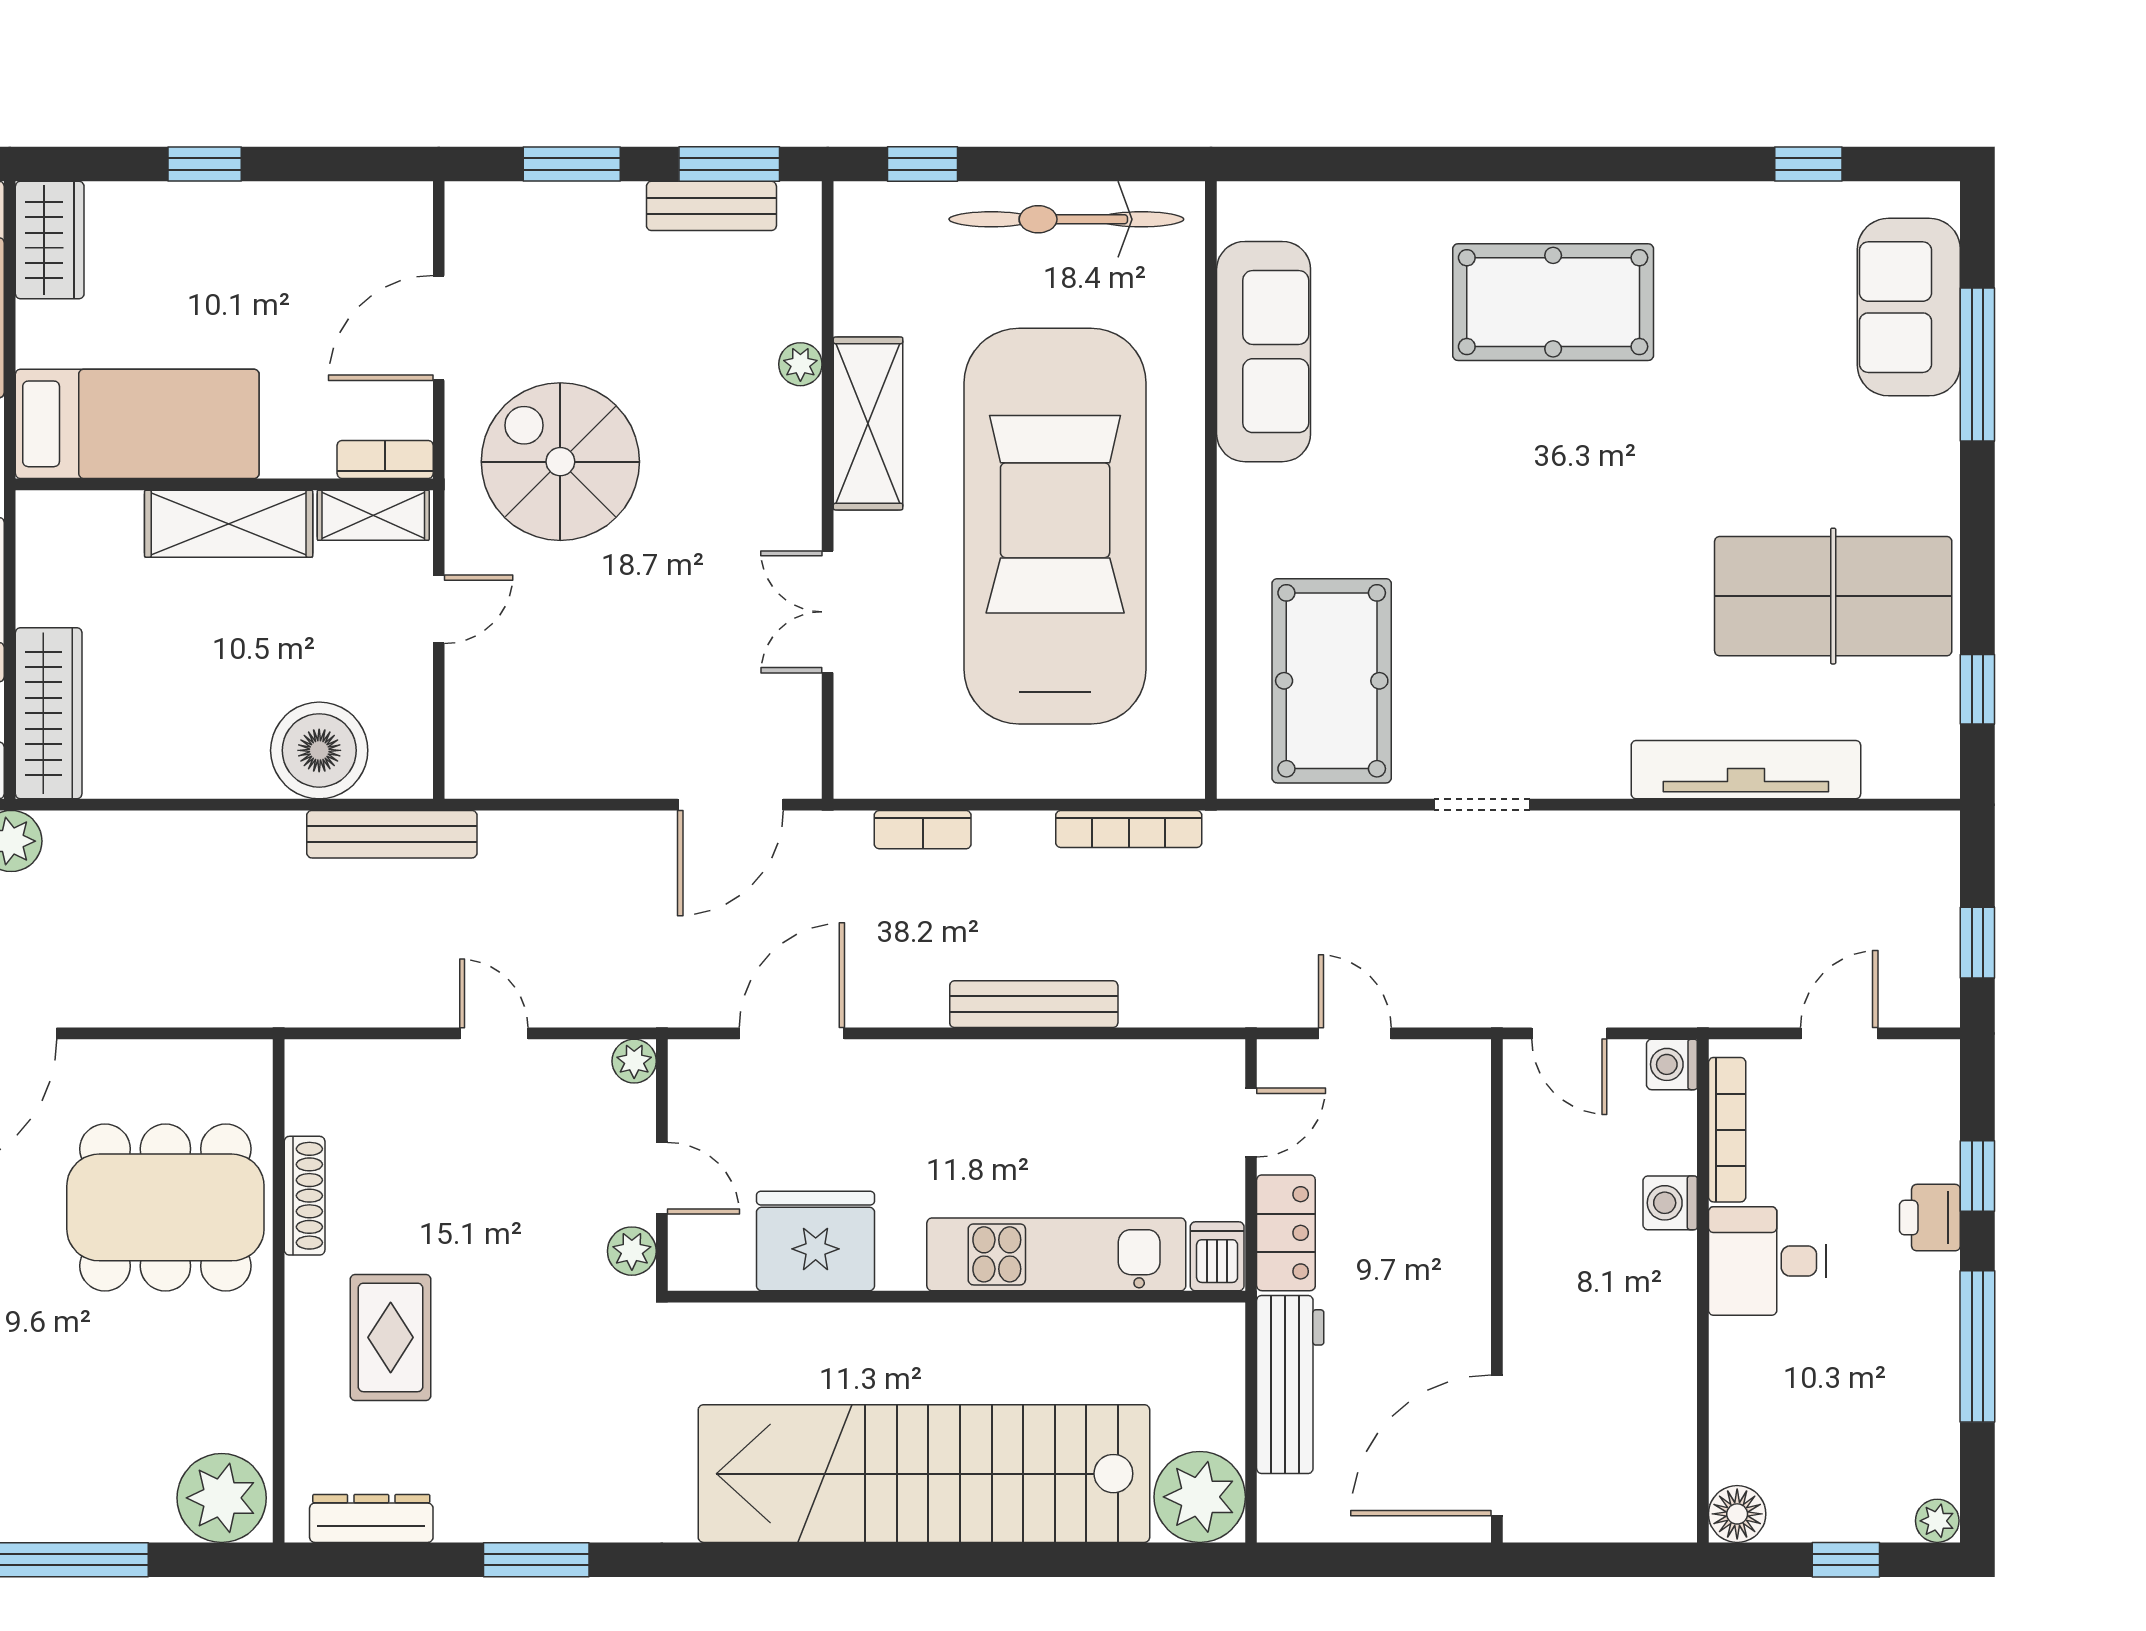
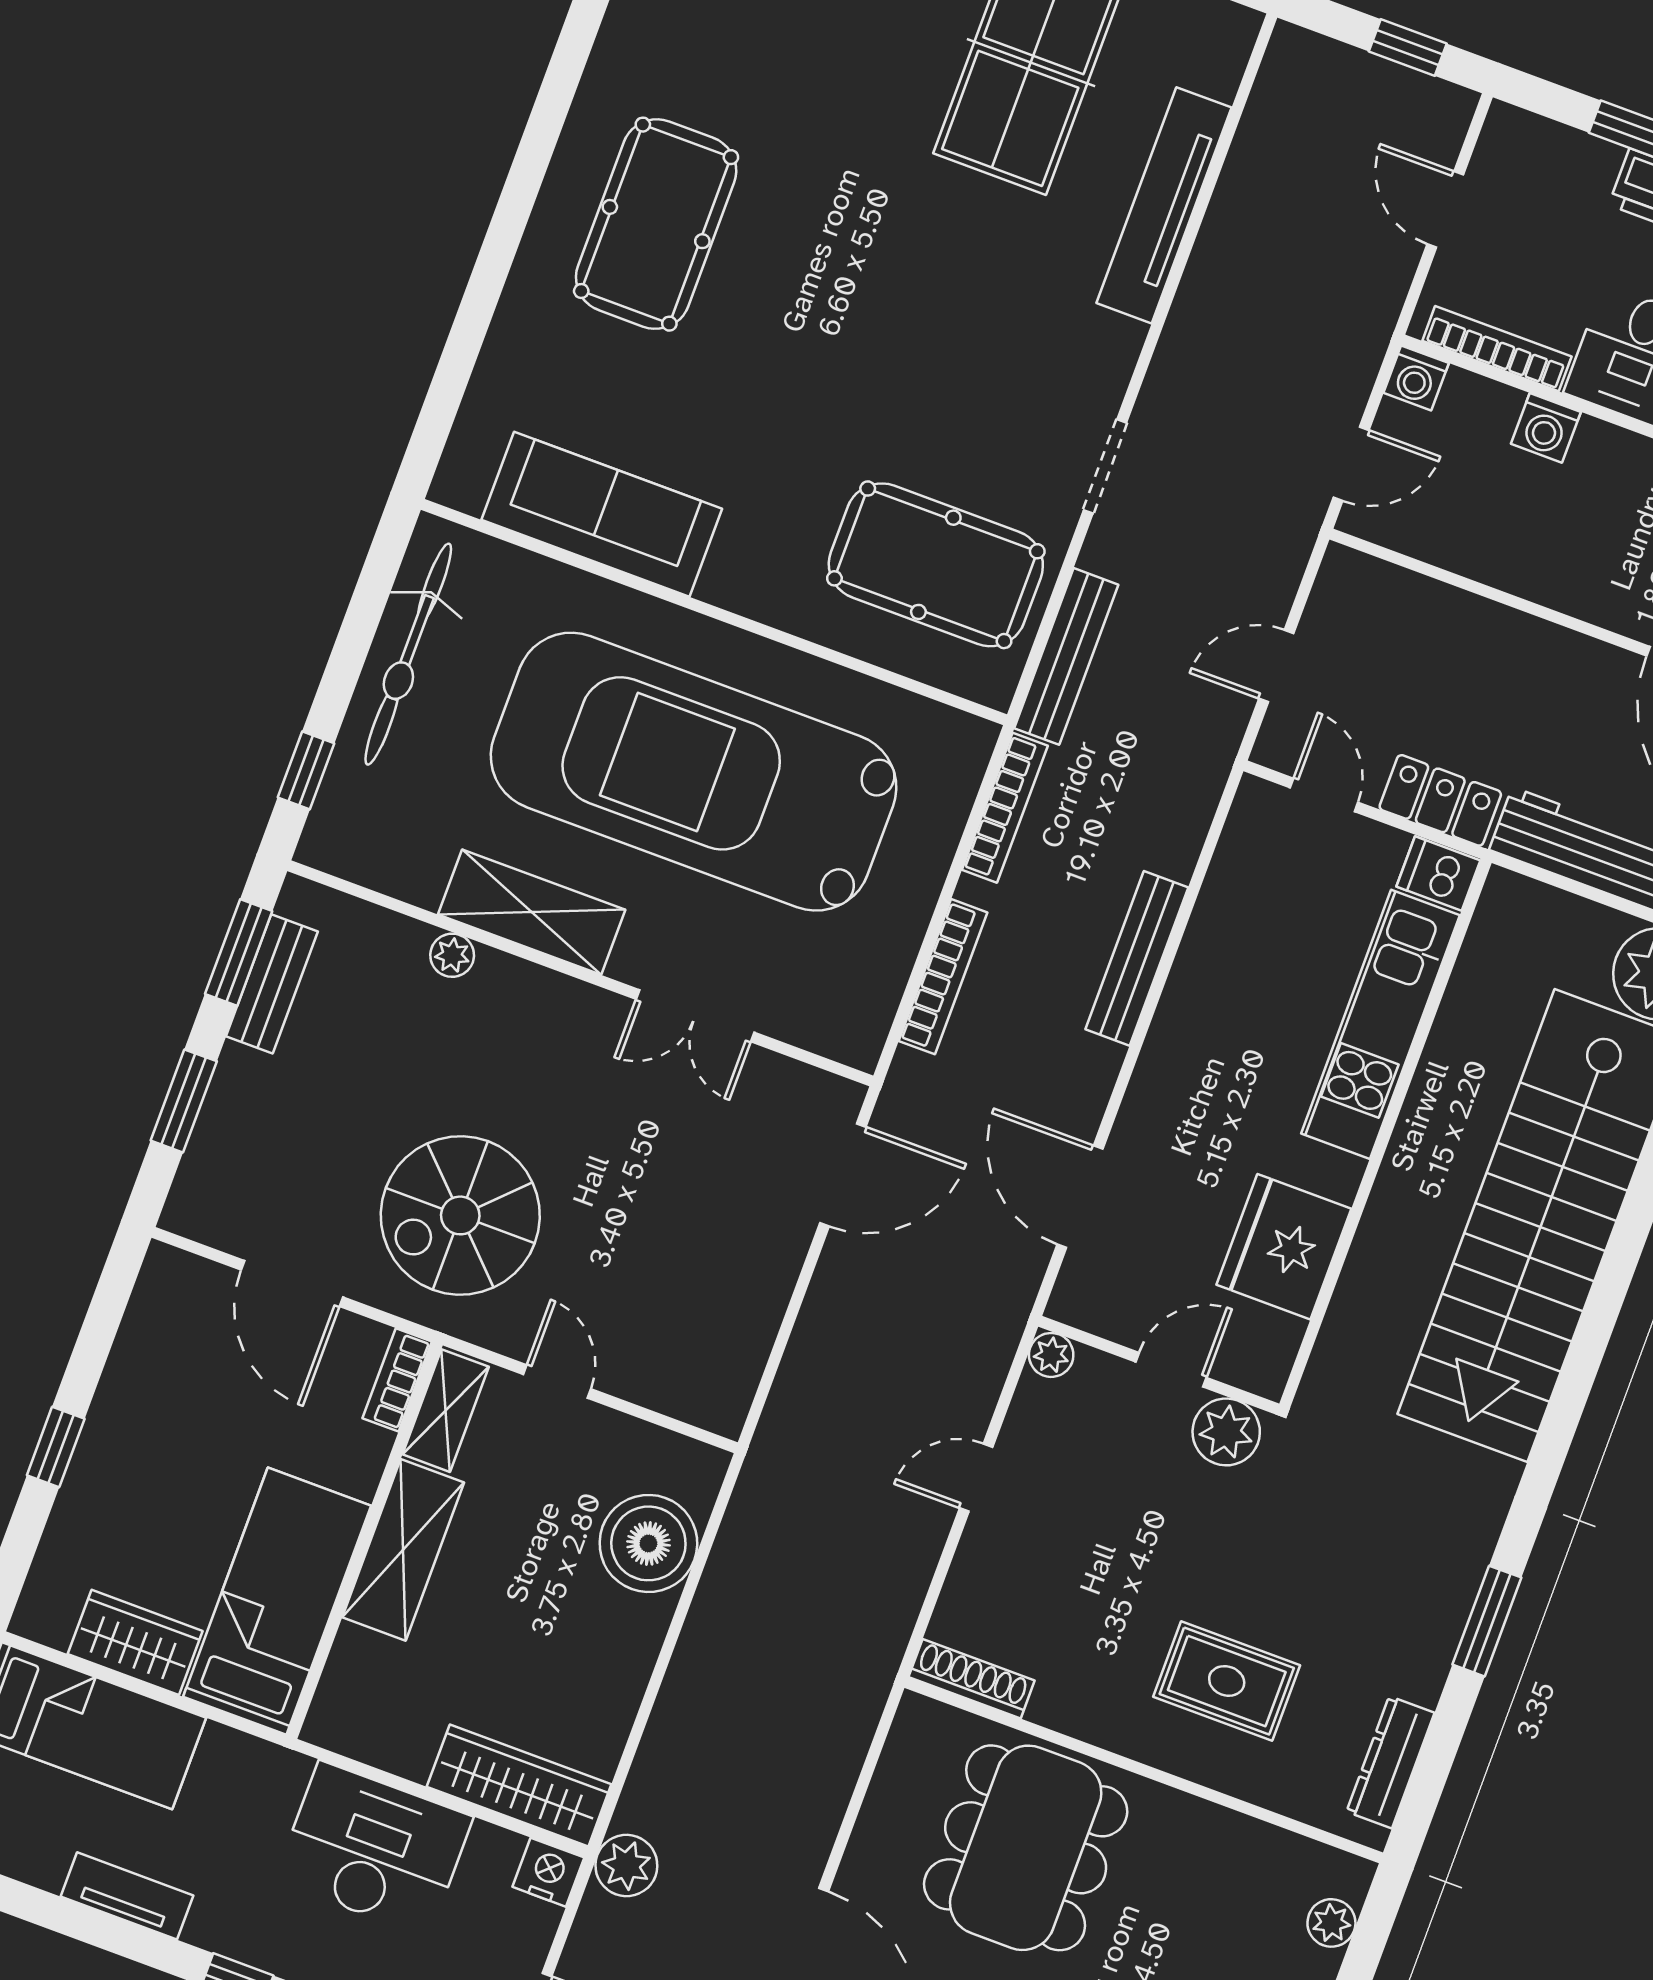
wardrobe: (50, 240) -> (135, 1642), moved
door: (730, 805) -> (843, 1175), hinge flipped
bookcase: (923, 830) -> (943, 977), width x1.56
bench: (392, 834) -> (1066, 656), moved
shoe rack: (305, 1196) -> (972, 1679), moved
plant: (632, 1251) -> (1226, 1432), width x1.38, depth x1.38
plant: (222, 1498) -> (1331, 1923), width x0.53, depth x0.53

